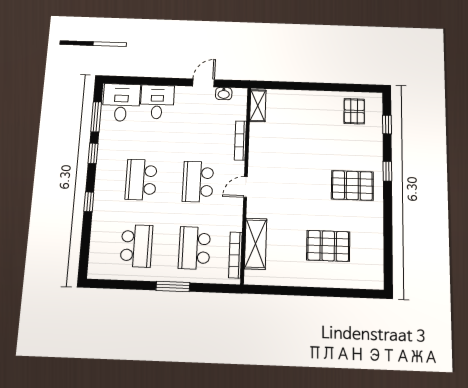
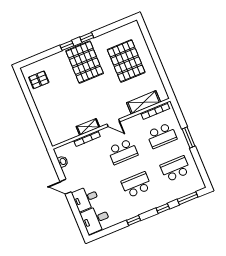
door: (204, 83) -> (66, 187), moved
shelving: (258, 106) -> (88, 127), moved
window: (96, 117) -> (188, 198), moved
window: (387, 124) -> (87, 37), moved
school desk: (141, 180) -> (136, 185), turned 180
pallet: (352, 185) -> (85, 62), width x1.37, depth x1.41
pallet: (328, 246) -> (126, 61), width x1.37, depth x1.41

